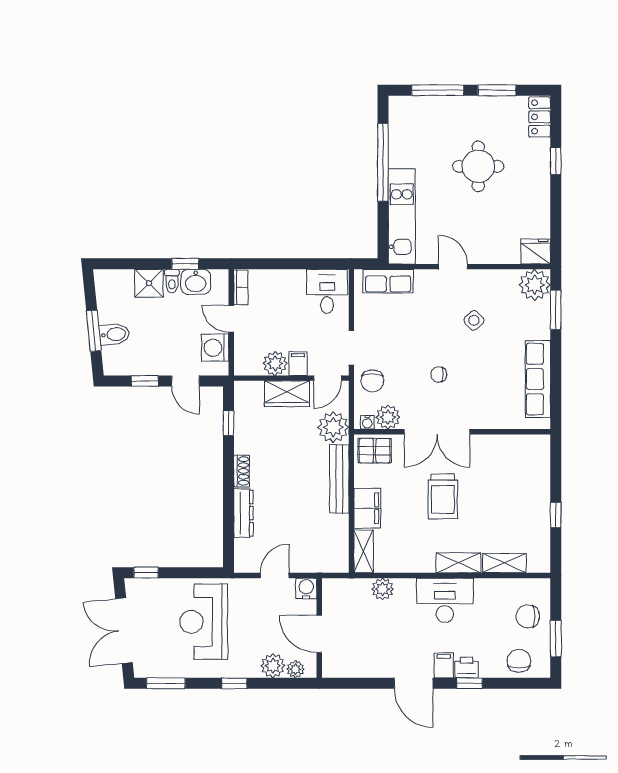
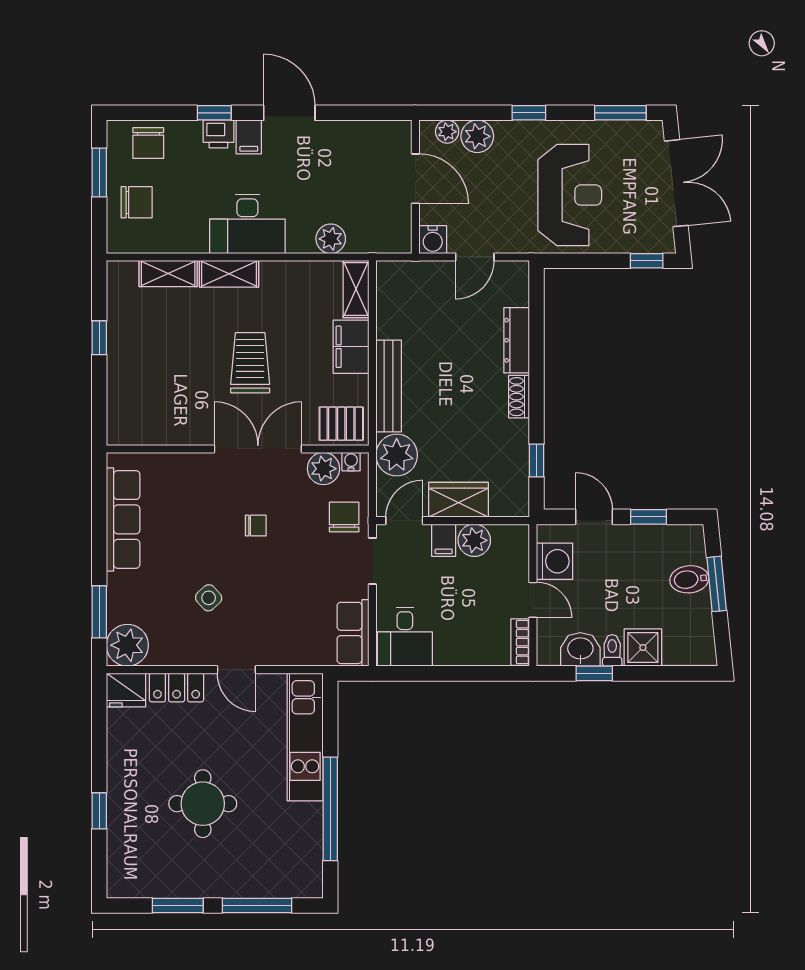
locker: (540, 117) -> (177, 688), moved, turned 90
row of seats: (388, 281) -> (353, 633), moved, turned -90

